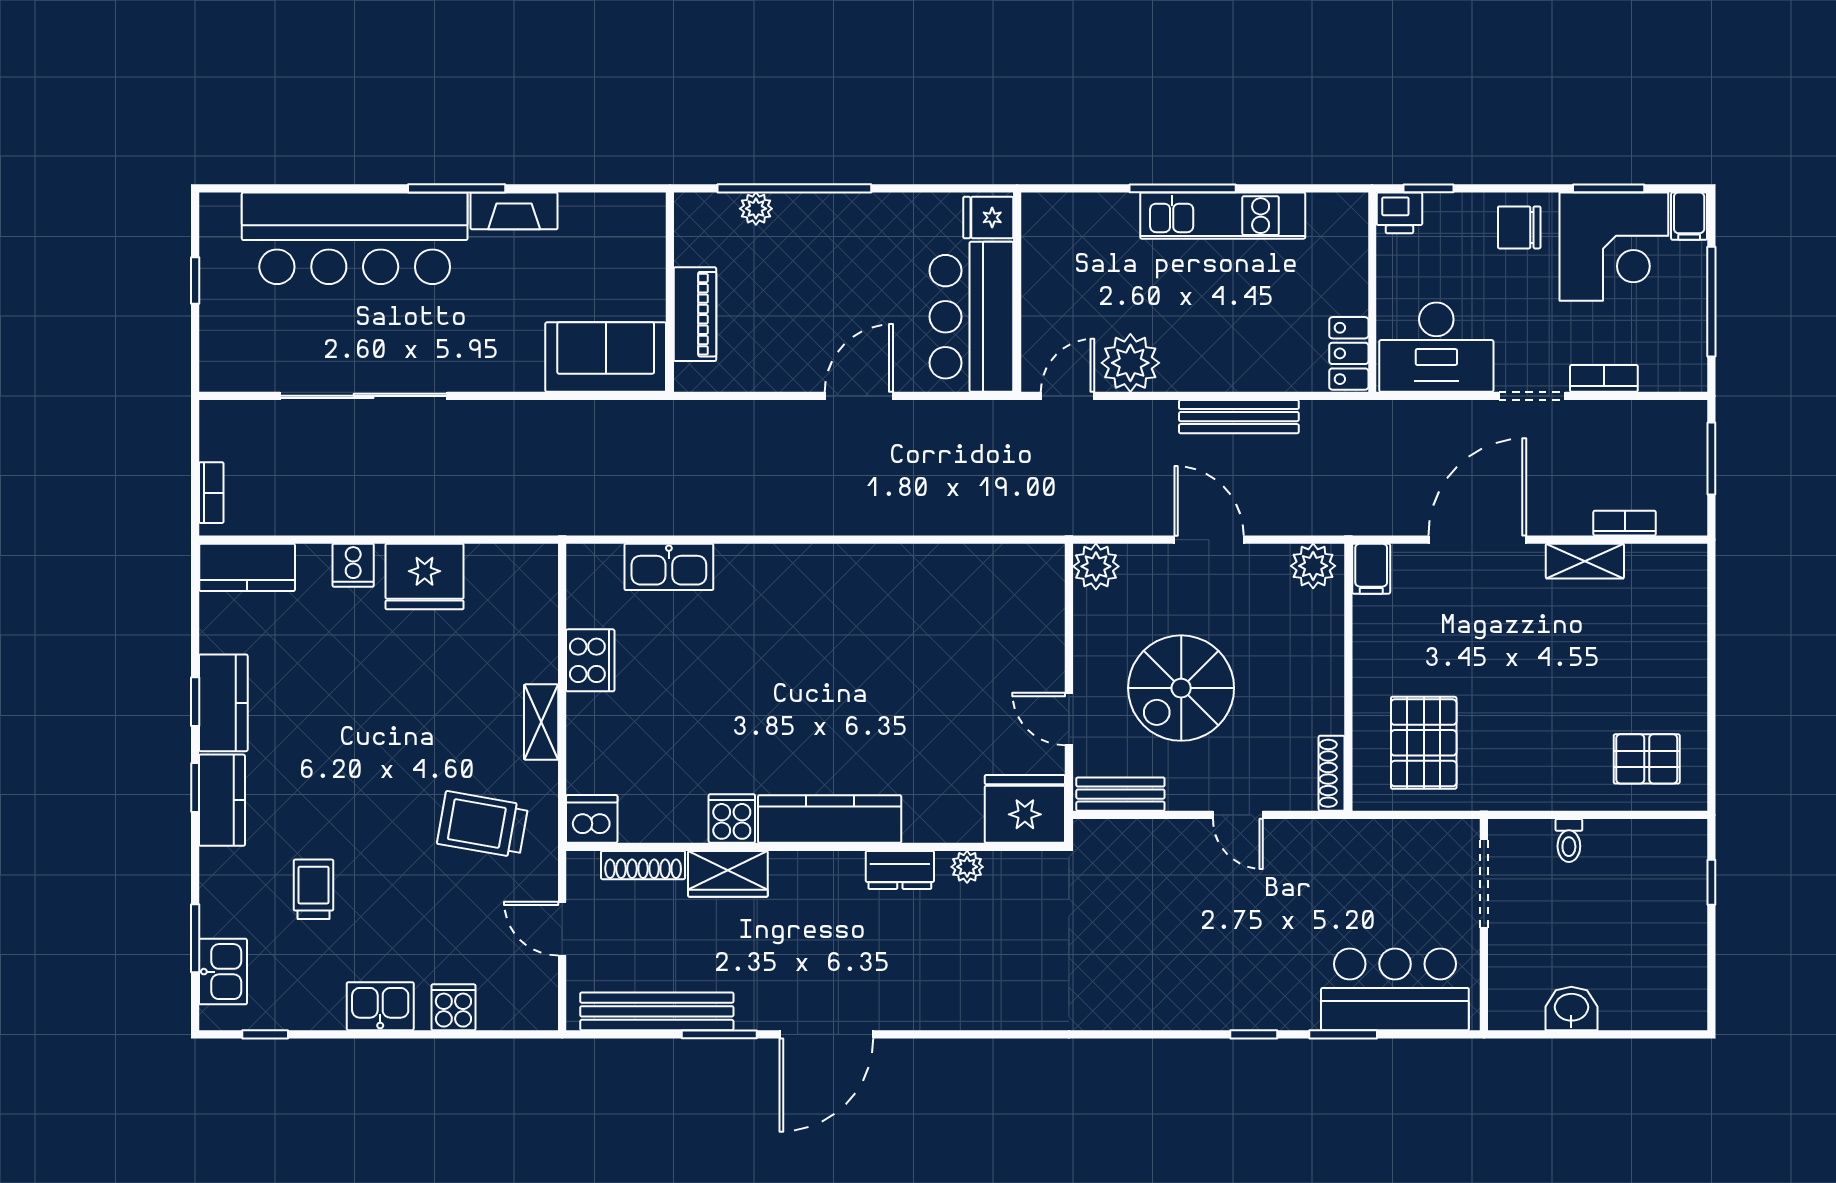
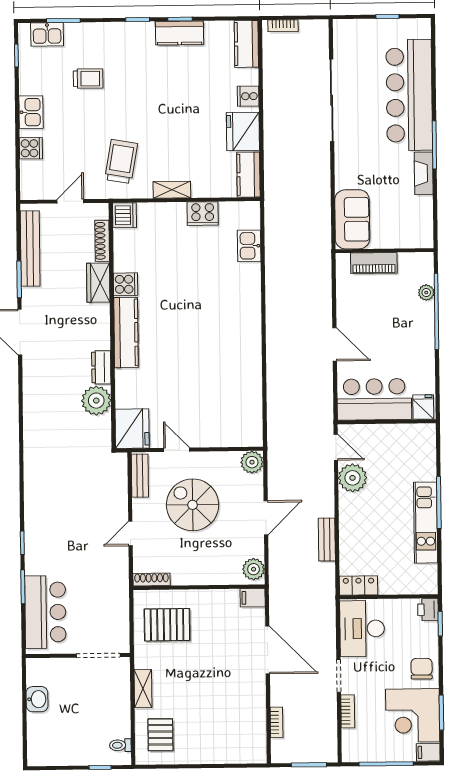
bench: (1239, 417) -> (327, 540), width x0.73
shelving: (1585, 561) -> (143, 689), moved
kitchen sink: (669, 567) -> (249, 246), width x0.73
door: (1069, 719) -> (177, 450), hinge flipped
kitchen counter: (222, 800) -> (248, 175), moved, turned 90
toilet: (1569, 841) -> (120, 745), moved
plant: (967, 867) -> (96, 401), width x1.87, depth x1.87

